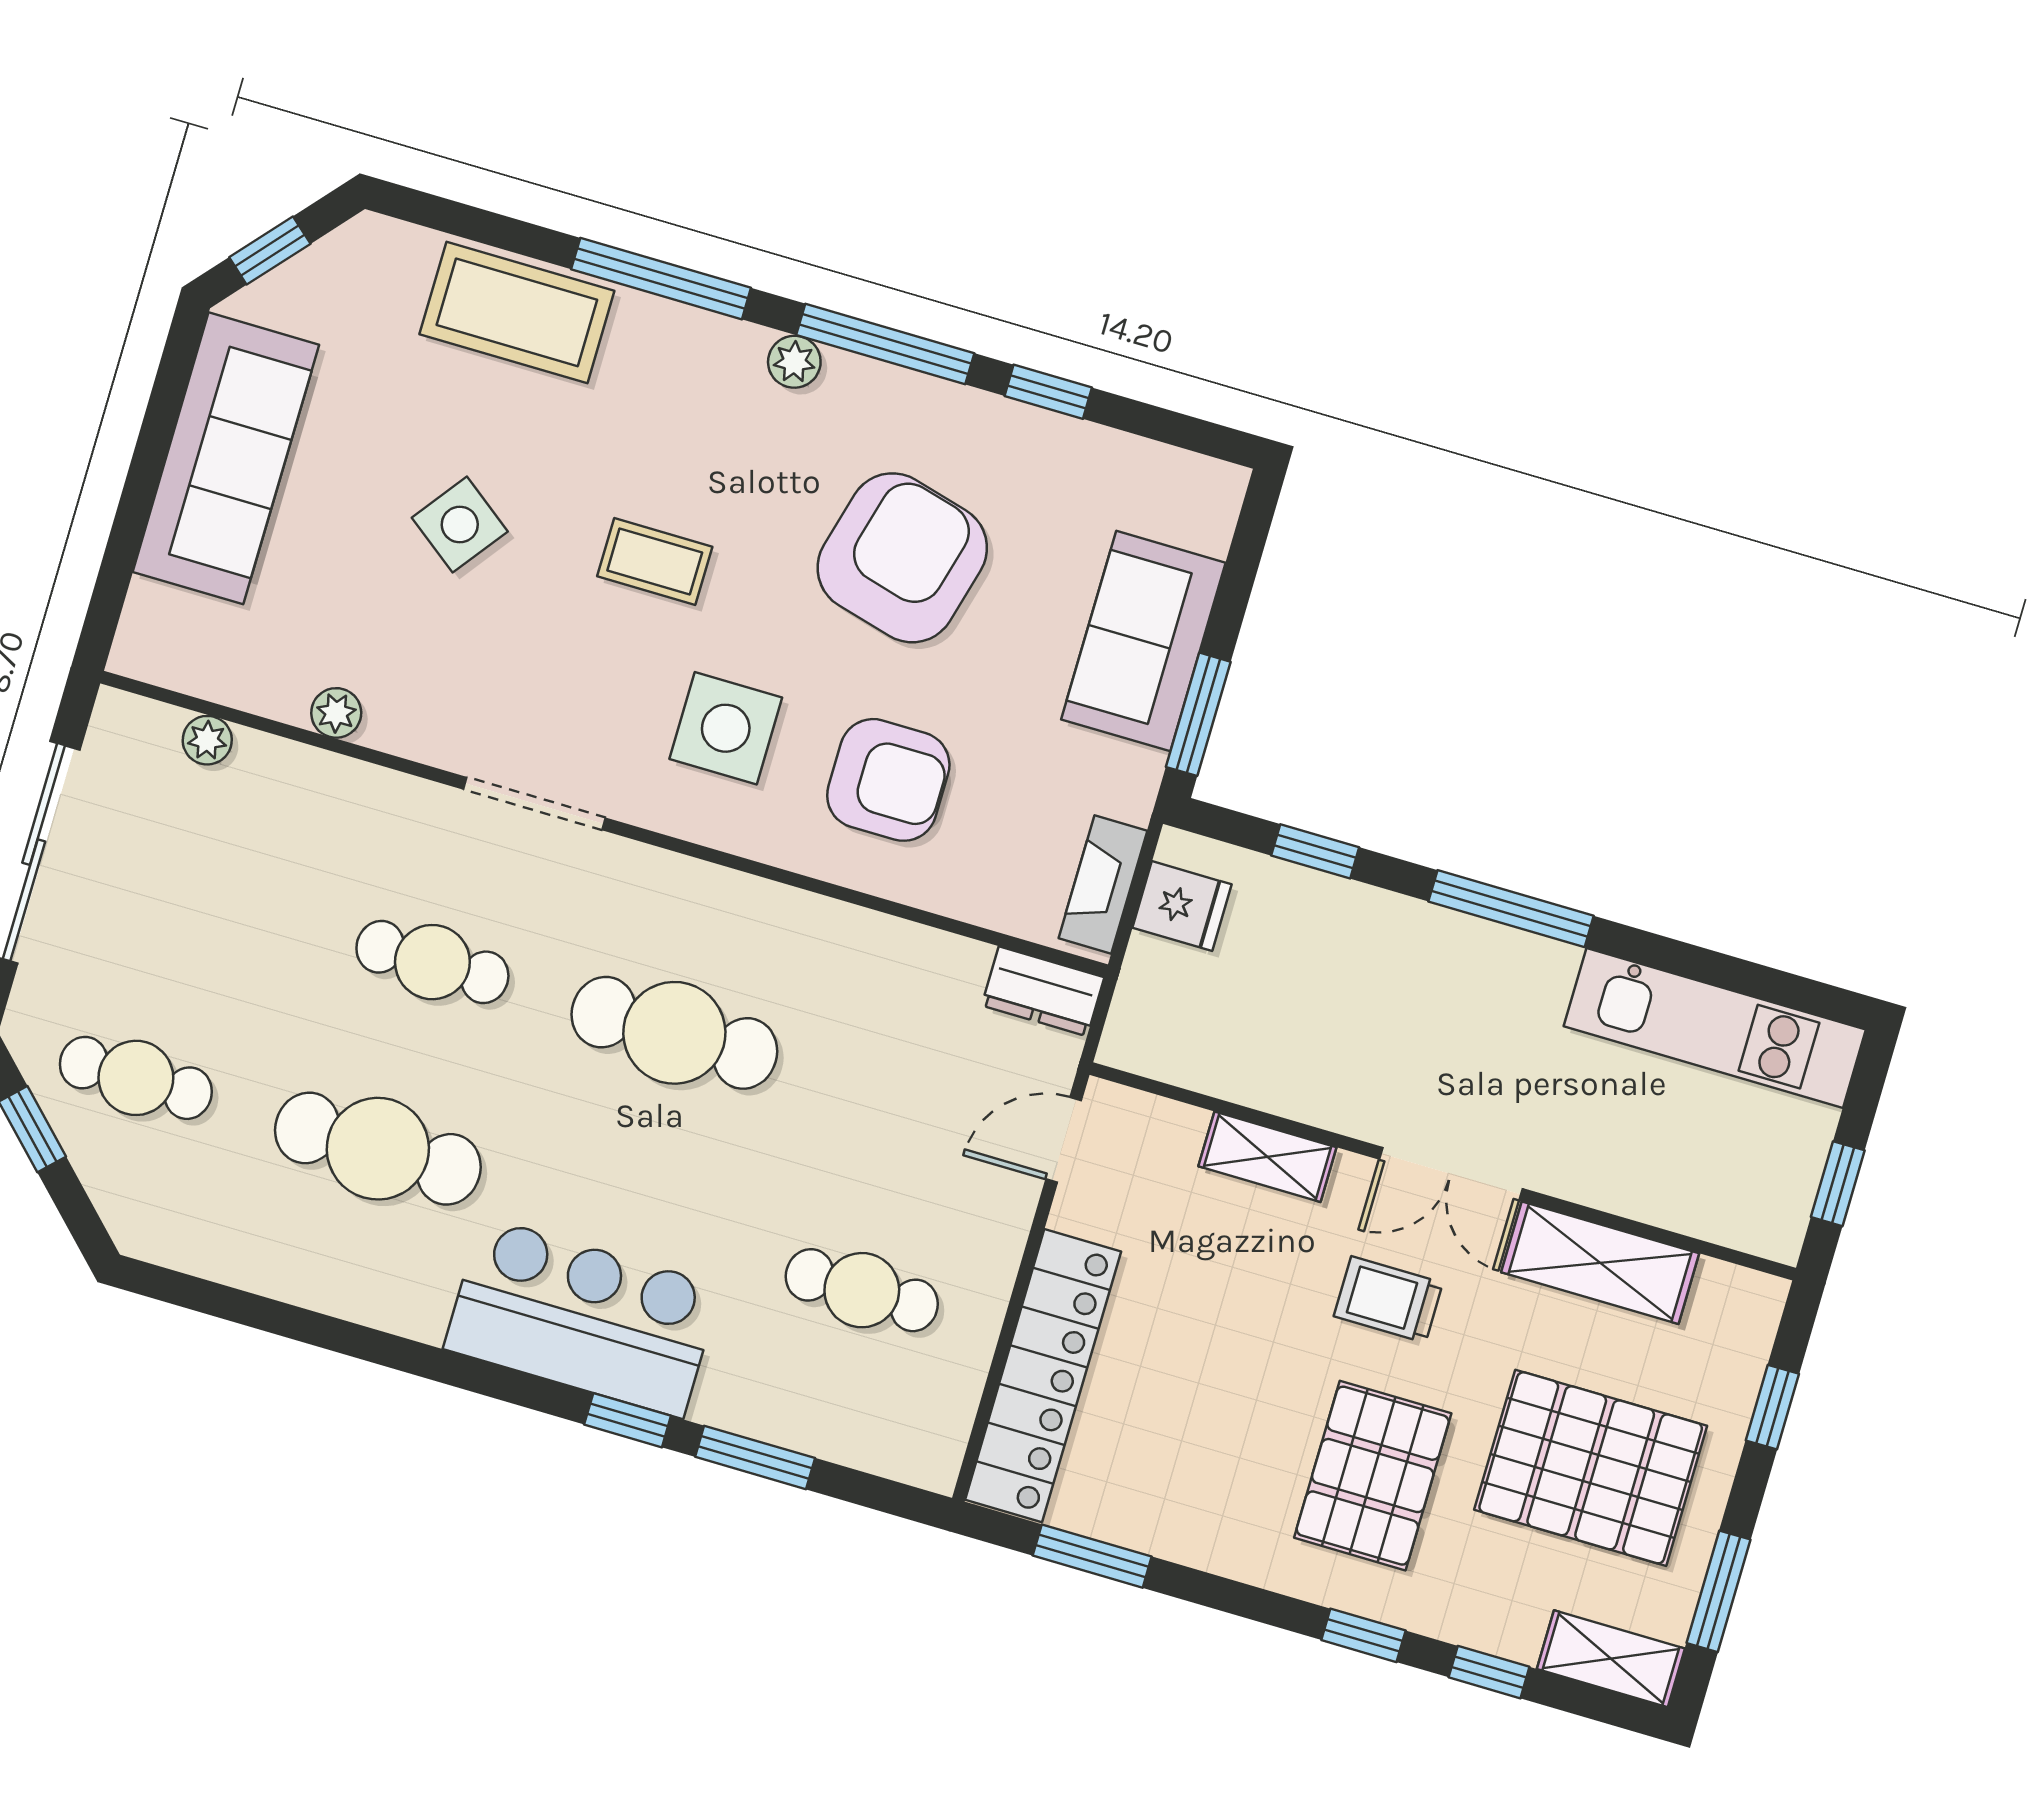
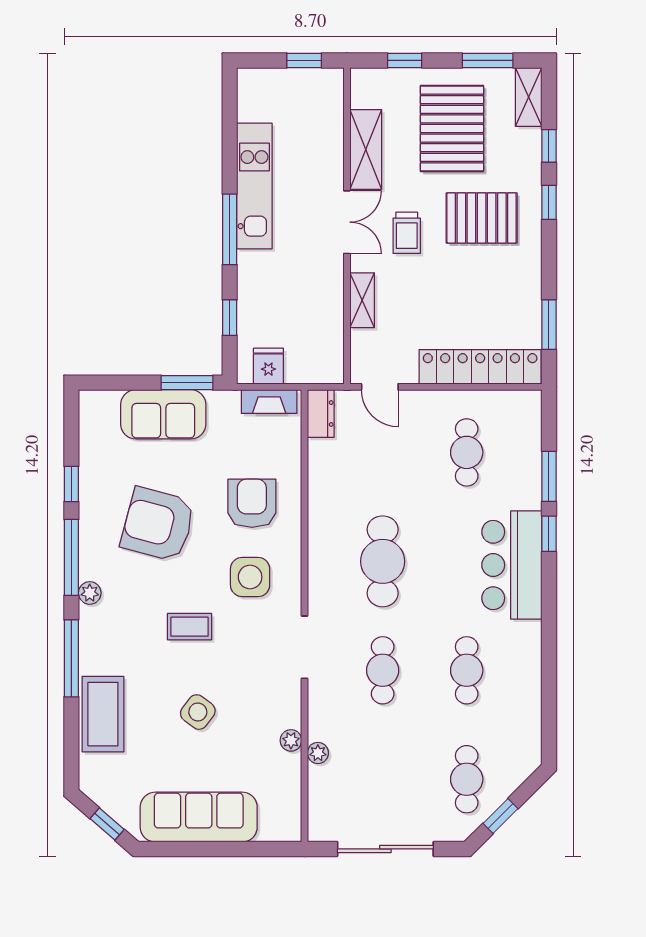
coffee table: (655, 561) -> (190, 627), turned 90
plant: (207, 740) -> (318, 753), moved
kitchen unit: (1715, 1028) -> (254, 186), moved
cafe table: (378, 1149) -> (467, 670), width x0.73, depth x0.74

